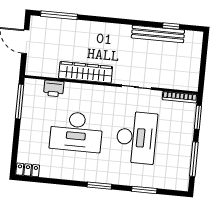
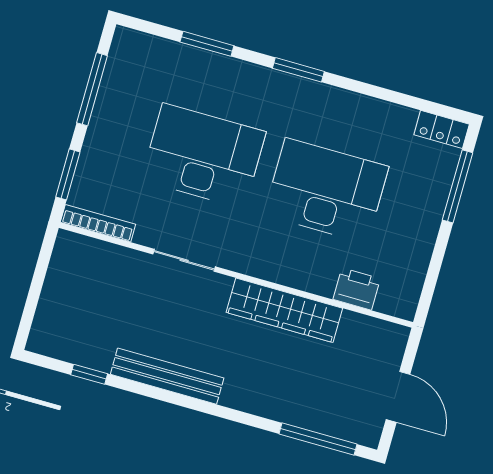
bench: (158, 34) -> (167, 376), moved
window: (20, 102) -> (458, 186), moved
desk: (136, 137) -> (203, 156), turned 90

